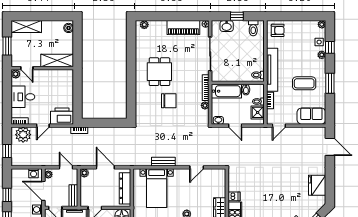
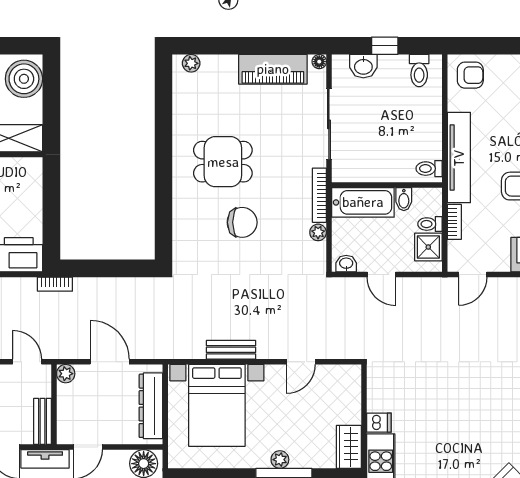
boiler: (69, 28) -> (24, 79), width x1.86, depth x1.86
dining table: (159, 72) -> (223, 162), turned 90
bed with nightstands: (157, 188) -> (217, 405), width x1.36

